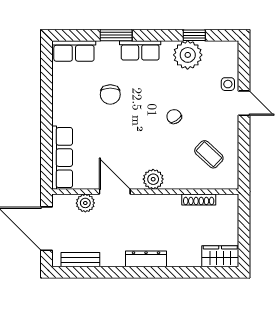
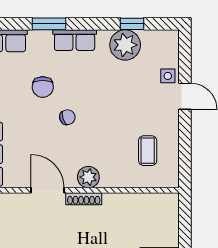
chair: (174, 117) -> (67, 117), moved, turned 106
coffee table: (209, 154) -> (148, 151), turned 47
shoe rack: (199, 199) -> (84, 199), moved
plant: (85, 203) -> (16, 202), removed

